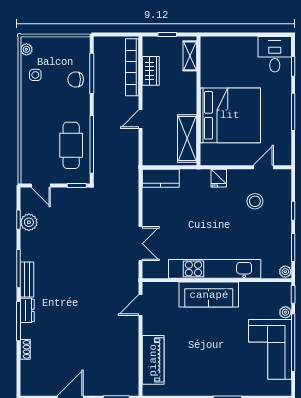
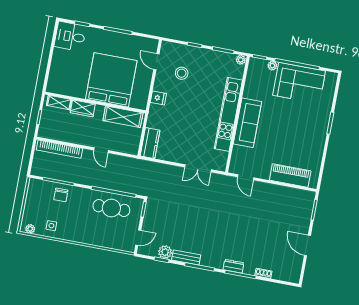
wardrobe: (151, 71) -> (83, 108), moved, turned 180
double door: (141, 244) -> (198, 168), swing flipped
bench: (27, 279) -> (186, 257), moved

